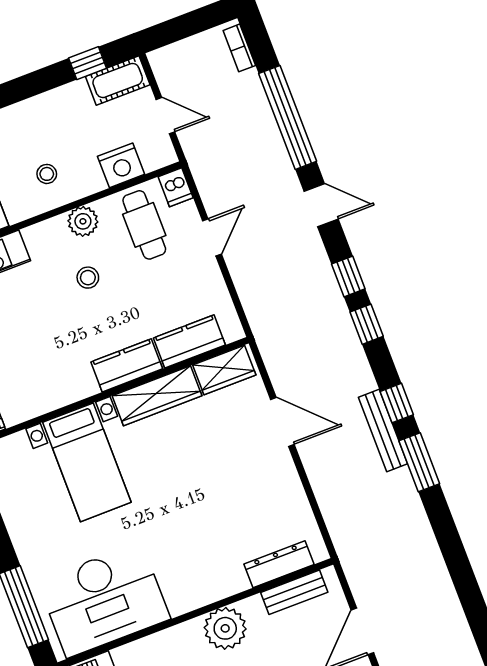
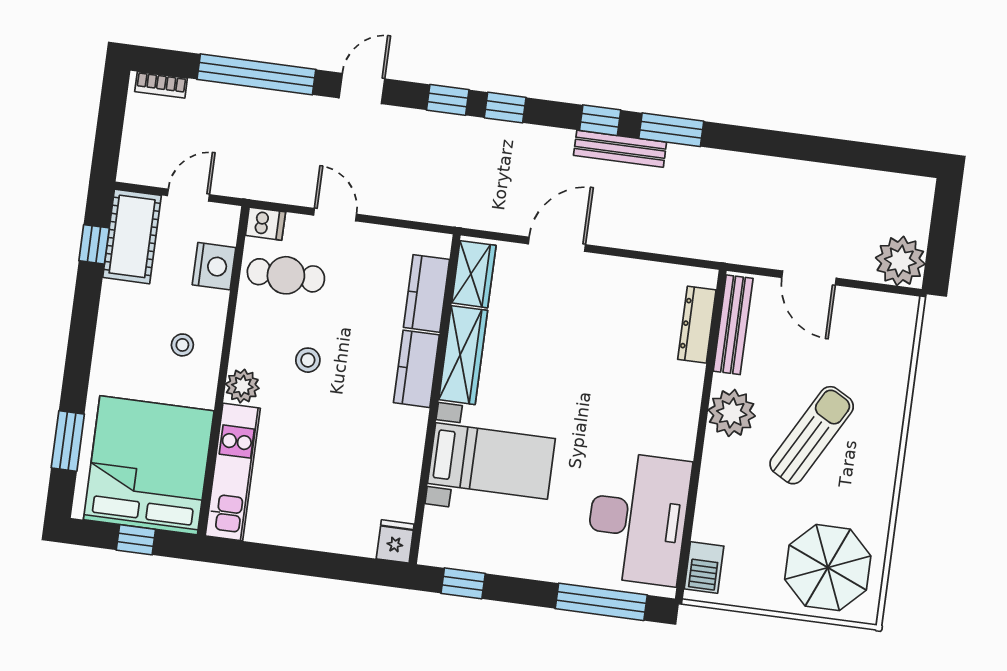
cot: (118, 81) -> (132, 236), width x1.37, depth x1.34
plant: (83, 221) -> (242, 386), moved
bench: (294, 592) -> (733, 325), width x1.36

